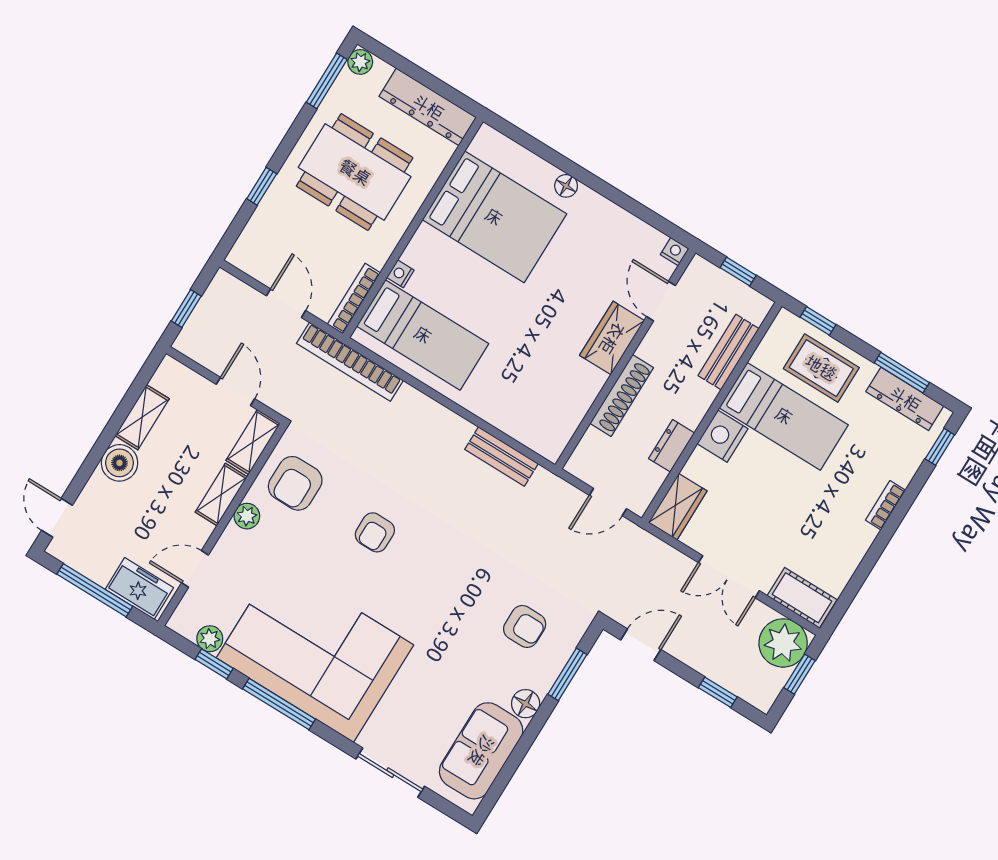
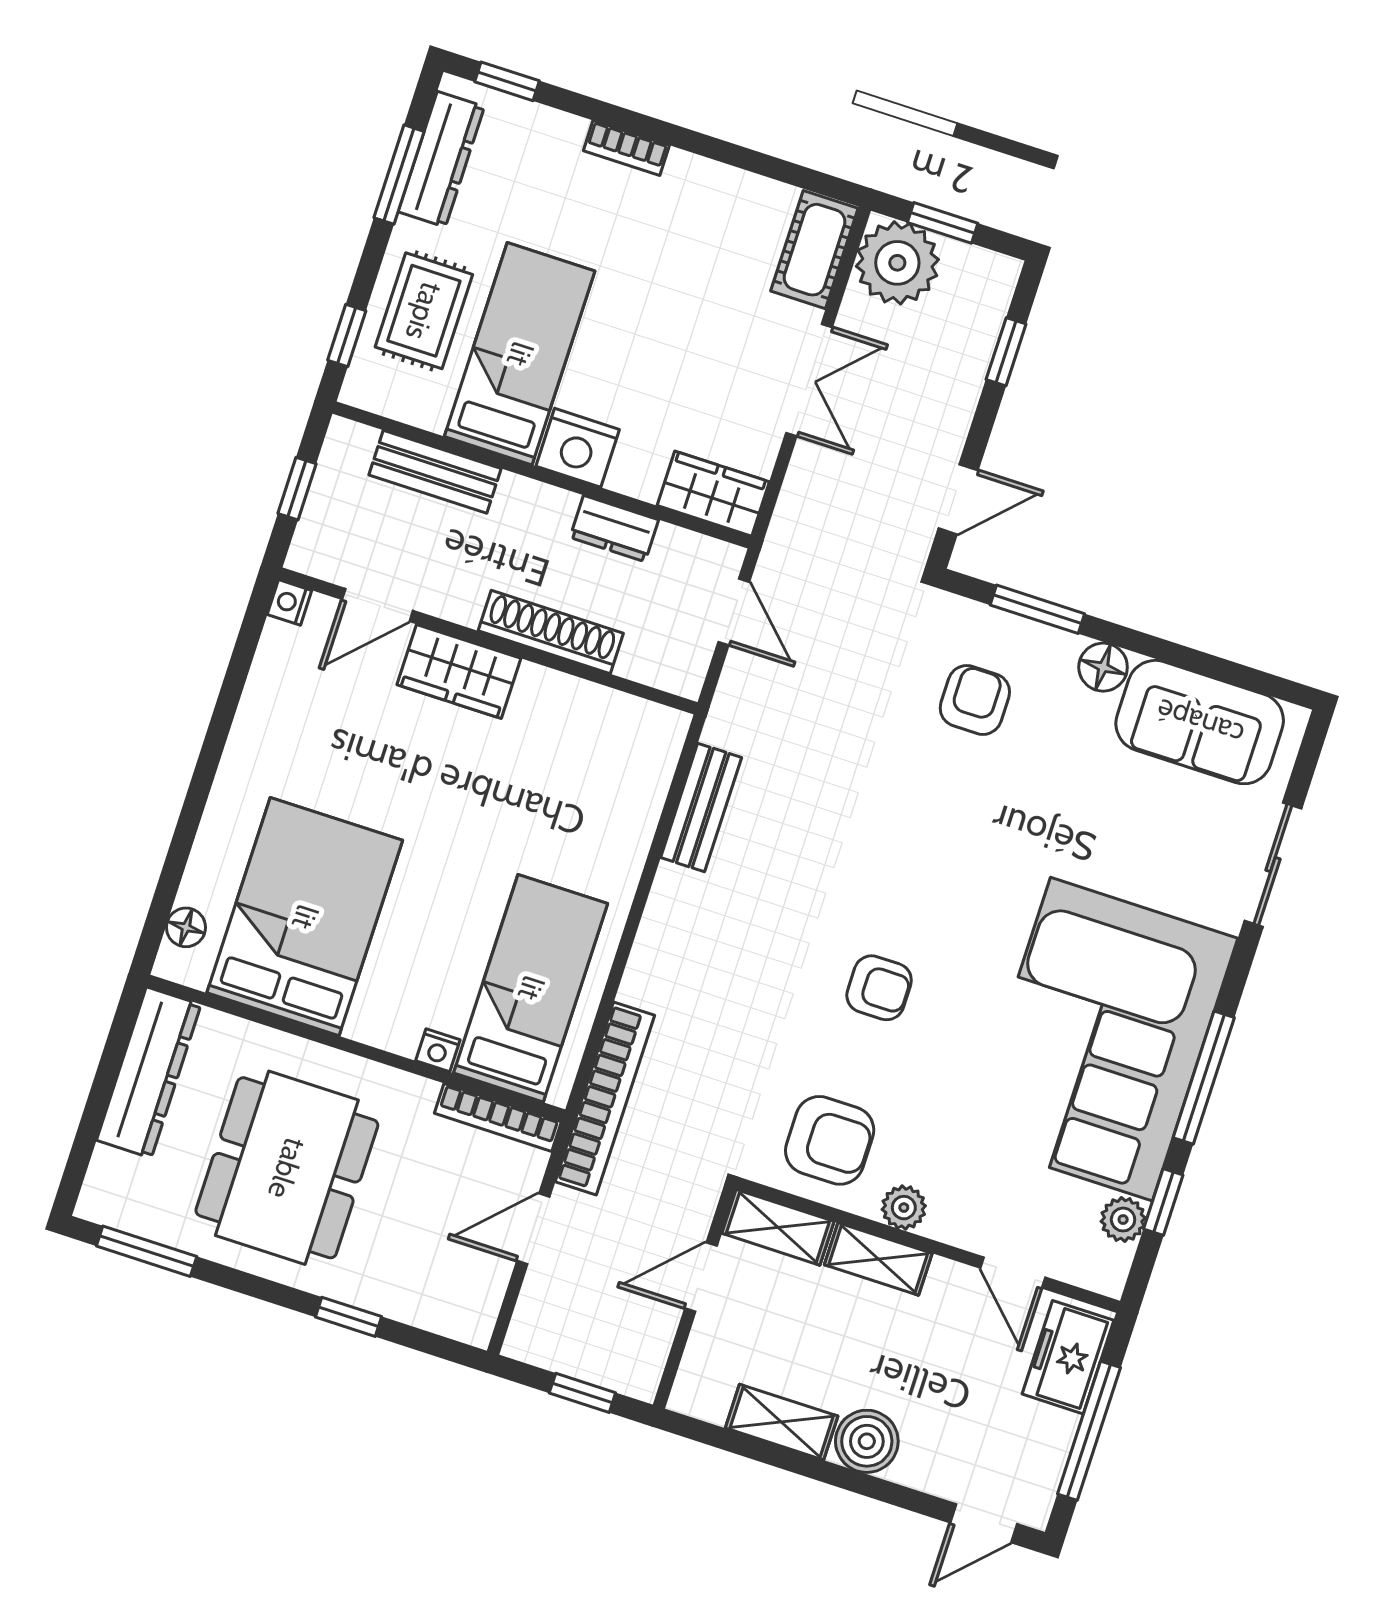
plant: (360, 62) -> (101, 1203), removed
floor lamp: (566, 186) -> (186, 927), moved
door: (641, 645) -> (958, 499), swing flipped

